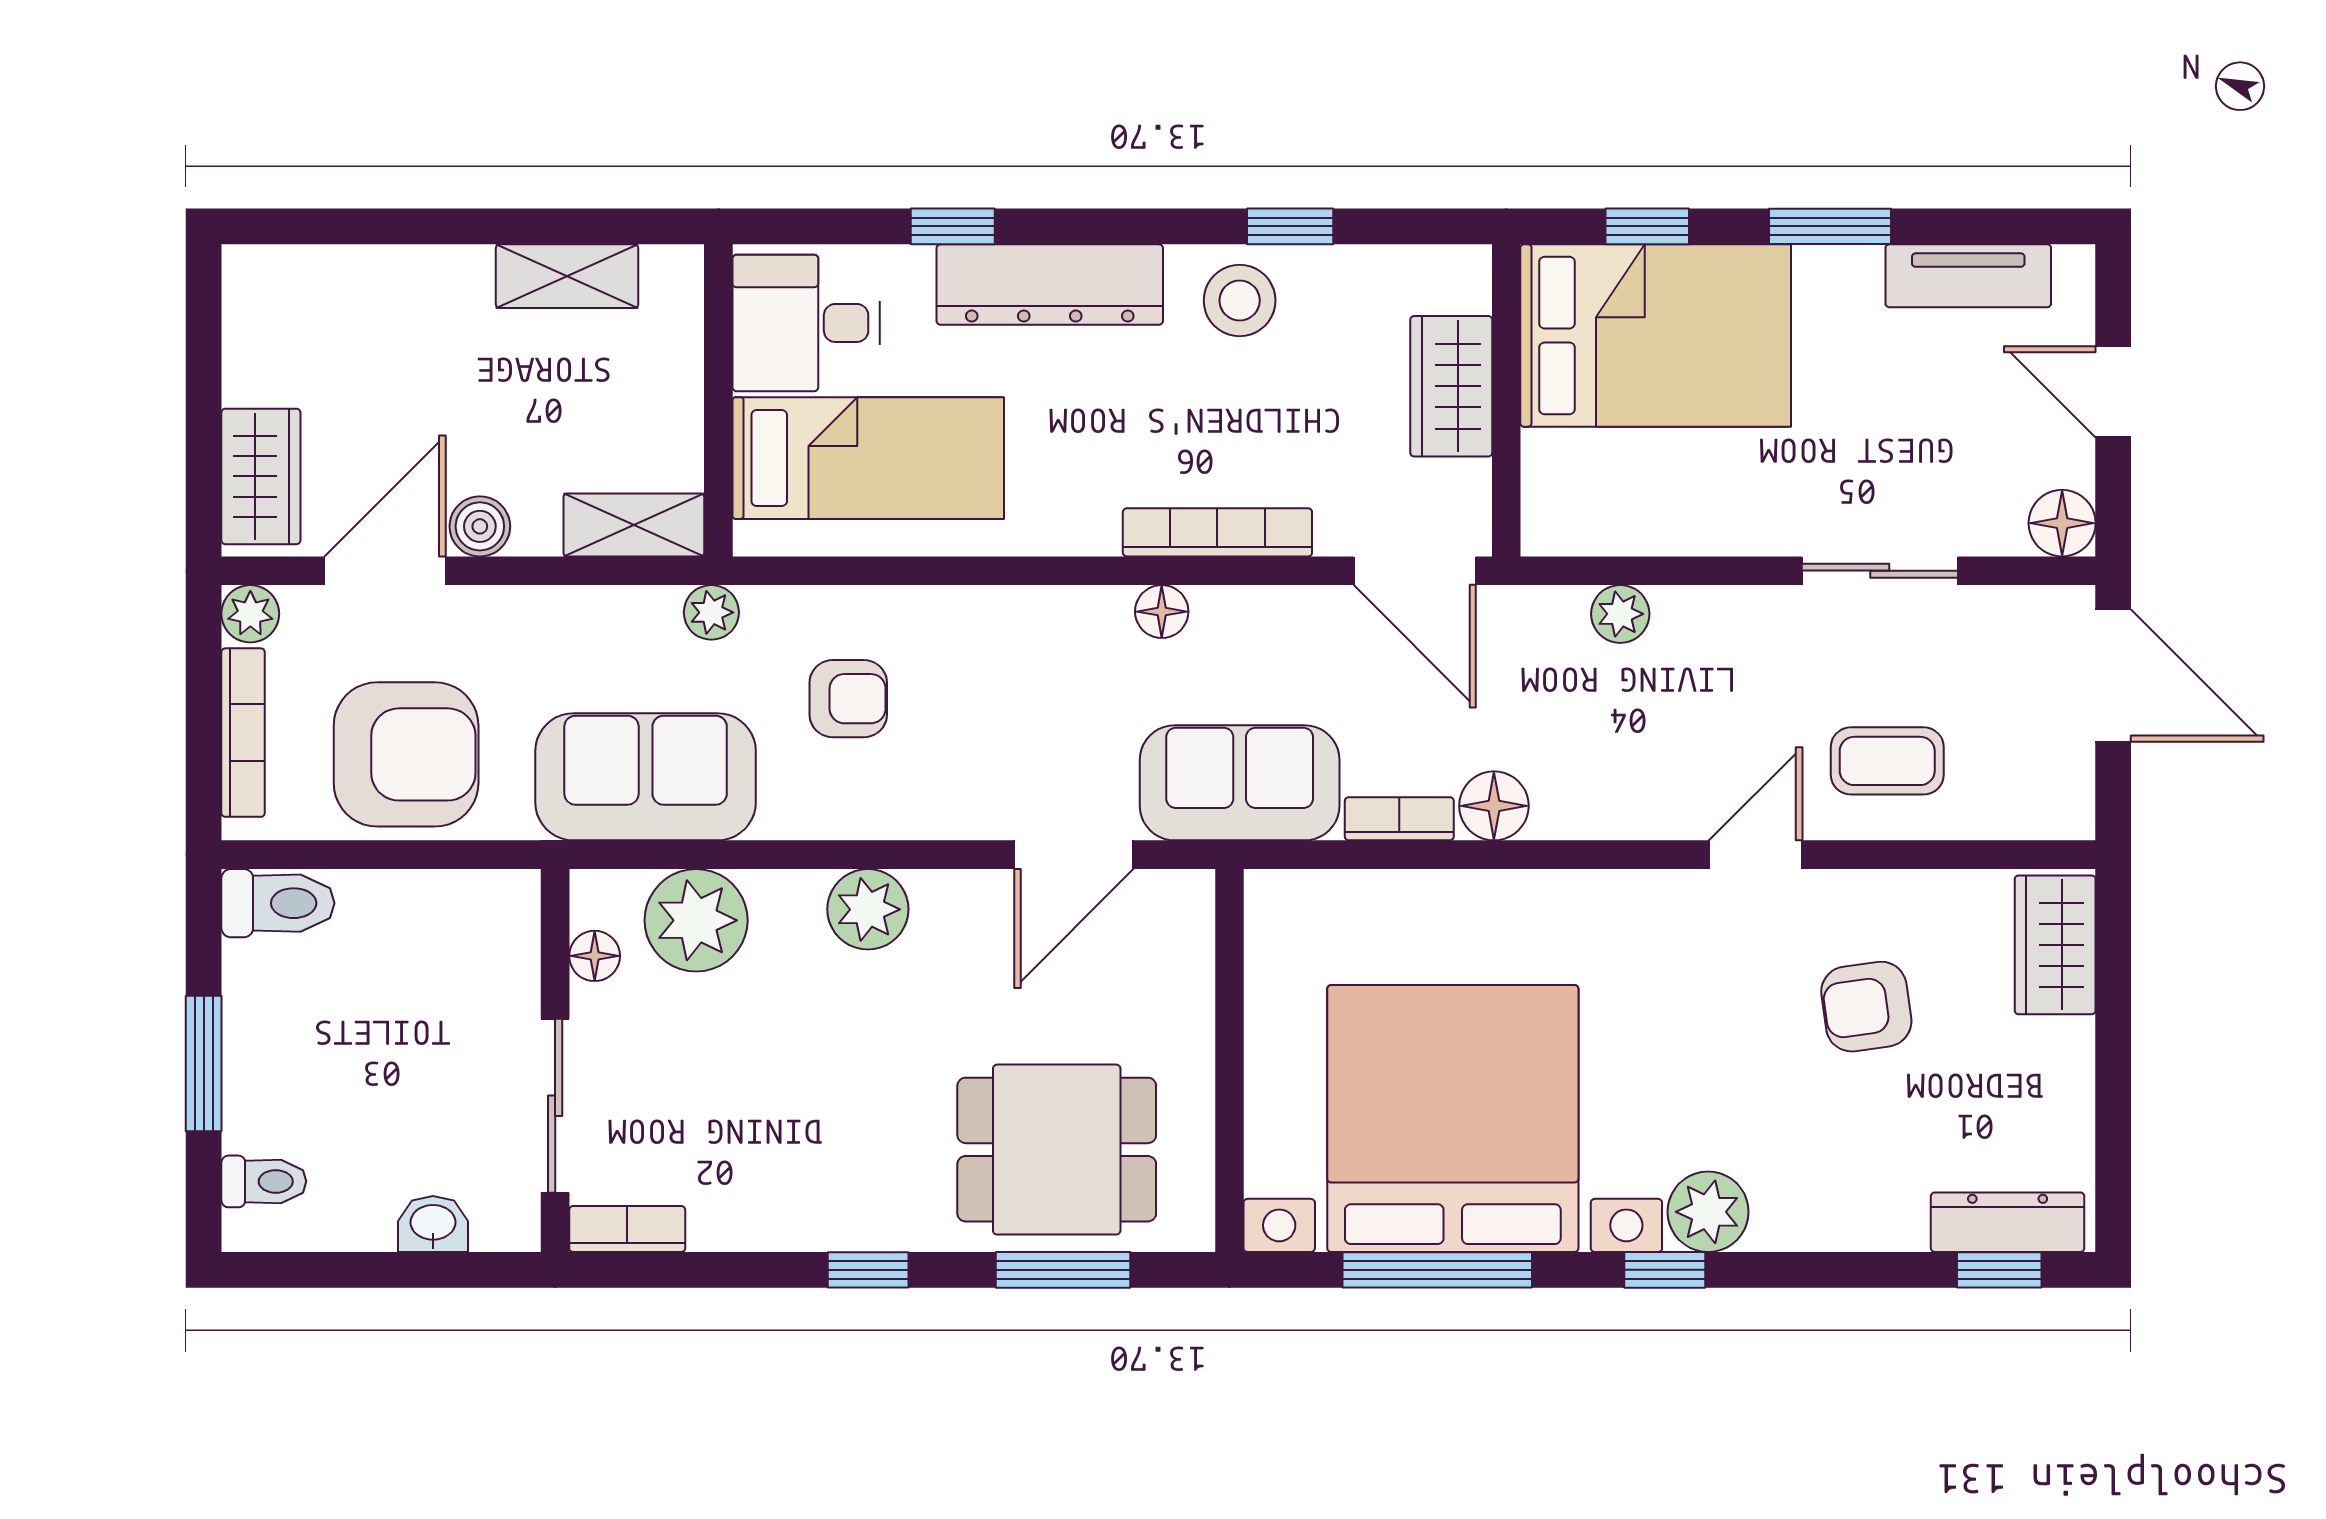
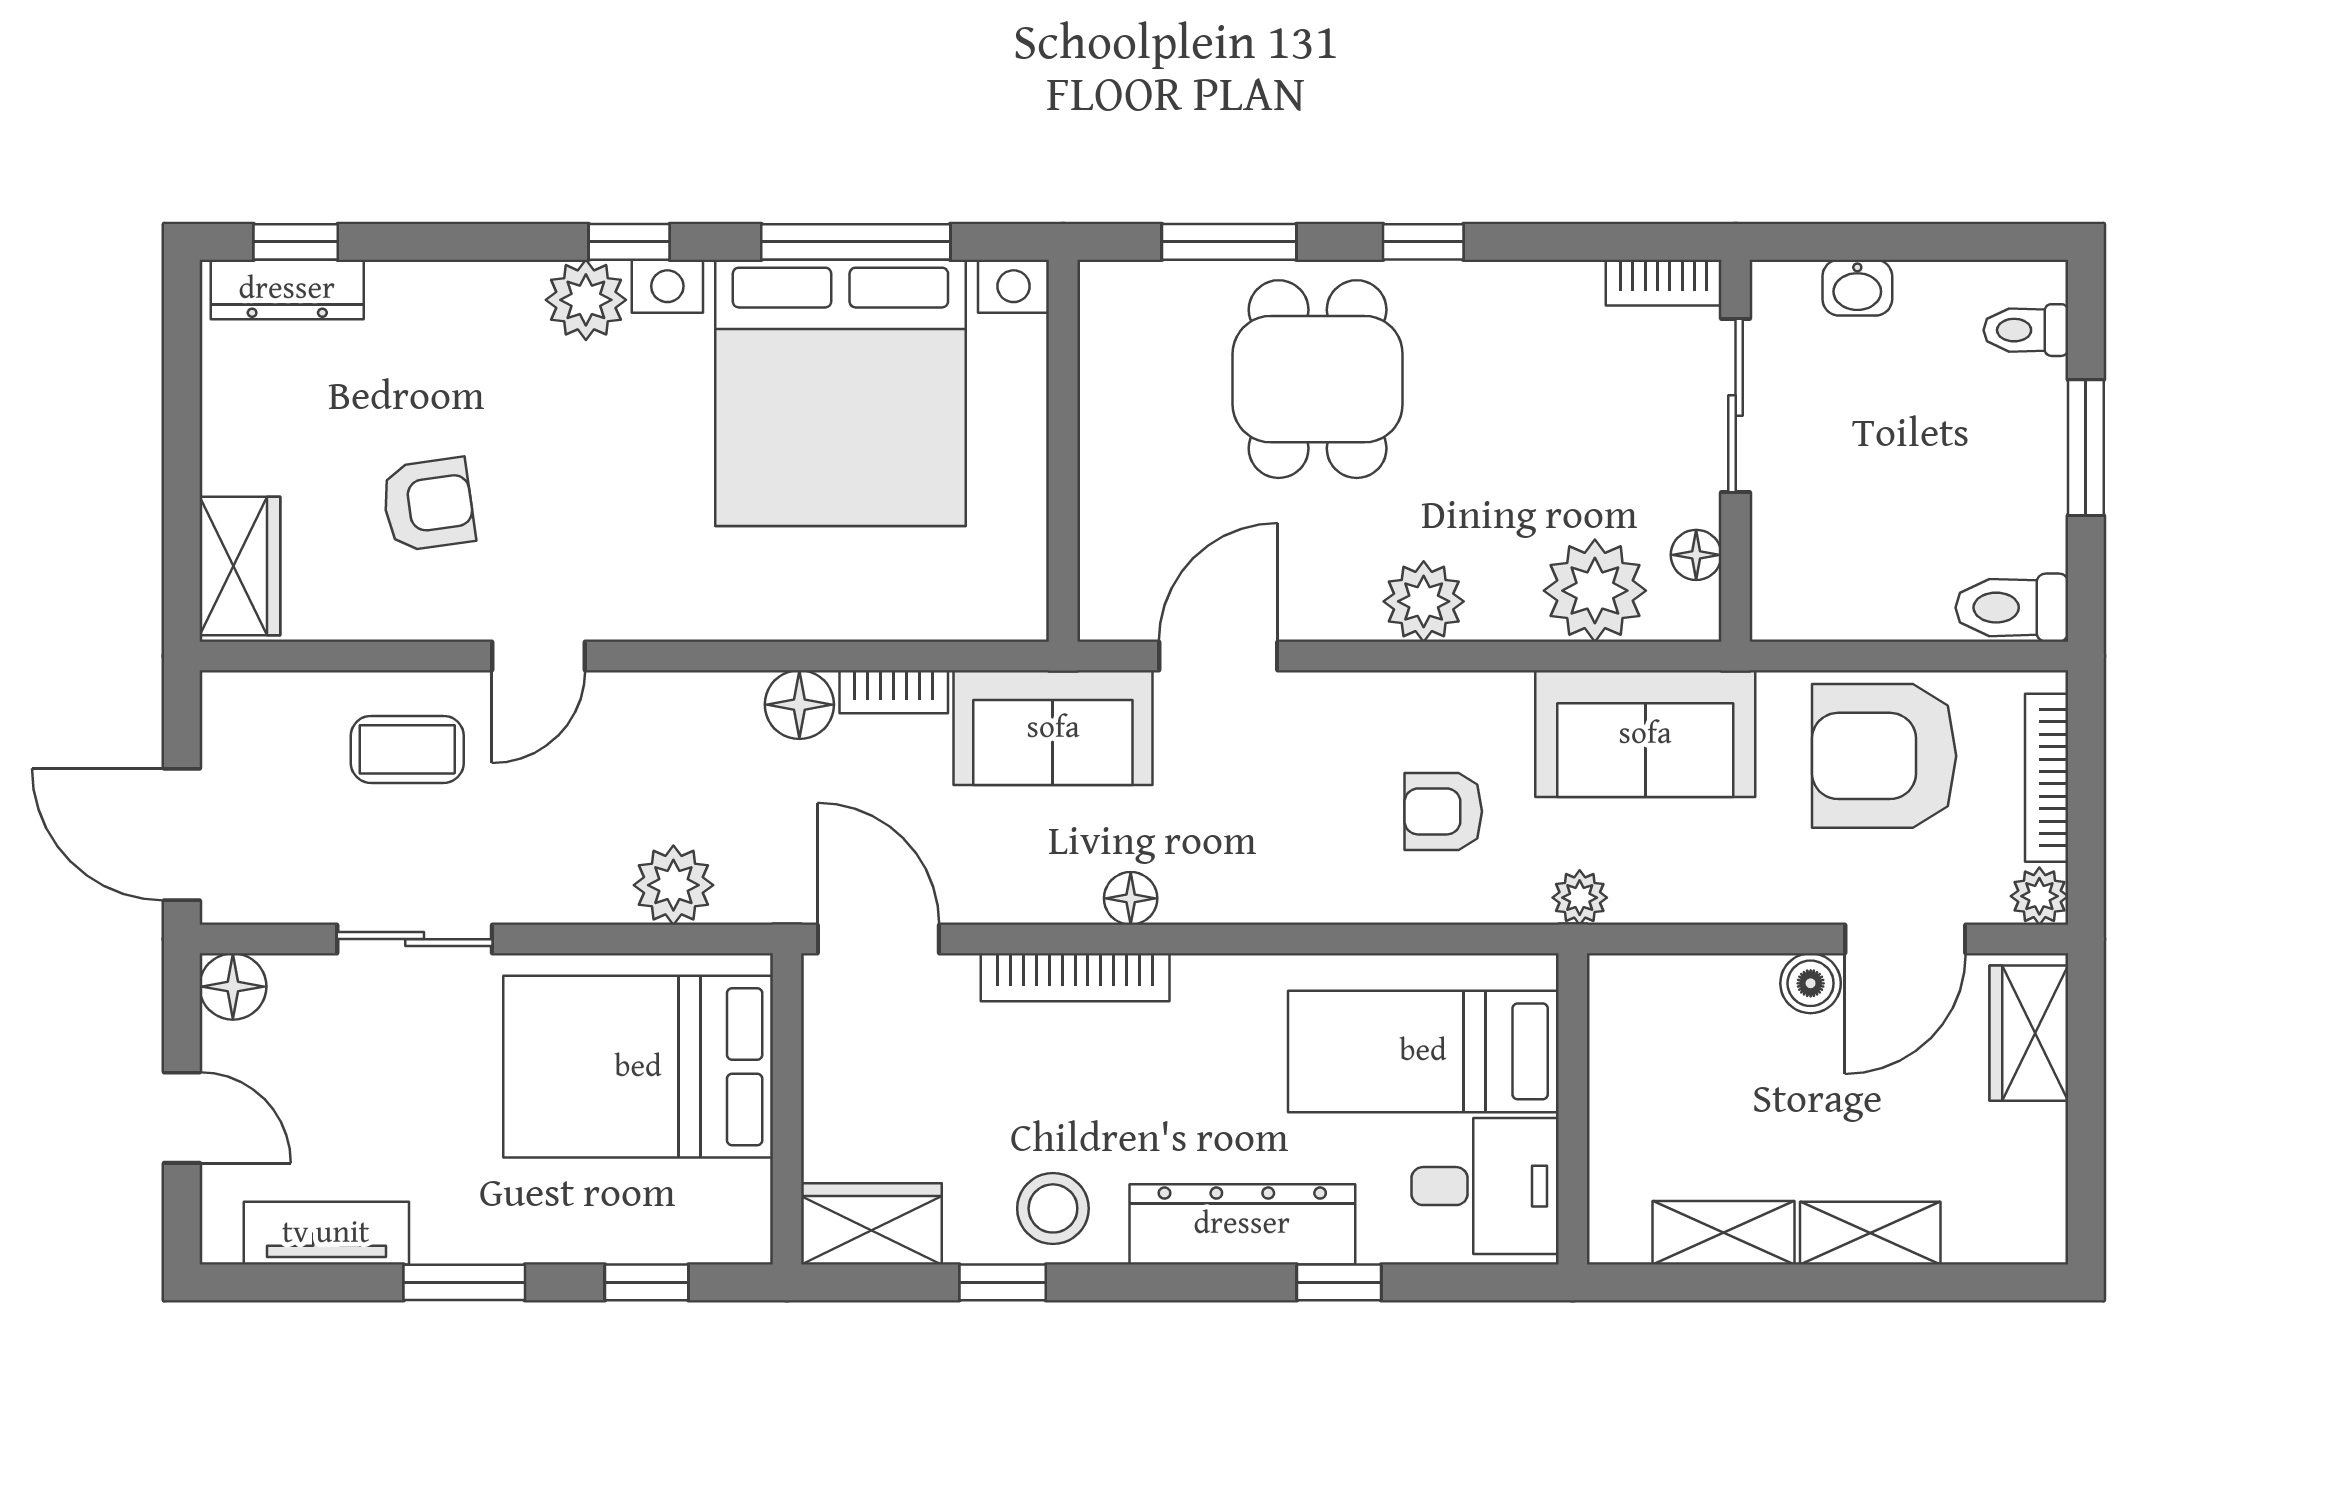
bed: (1656, 335) -> (638, 1067), moved
wardrobe: (1451, 386) -> (871, 1224), moved, turned -90
shelving: (634, 525) -> (1870, 1233), moved
plant: (1620, 614) -> (673, 885), width x1.38, depth x1.38
dining table: (1057, 1150) -> (1318, 379), moved, turned 90

